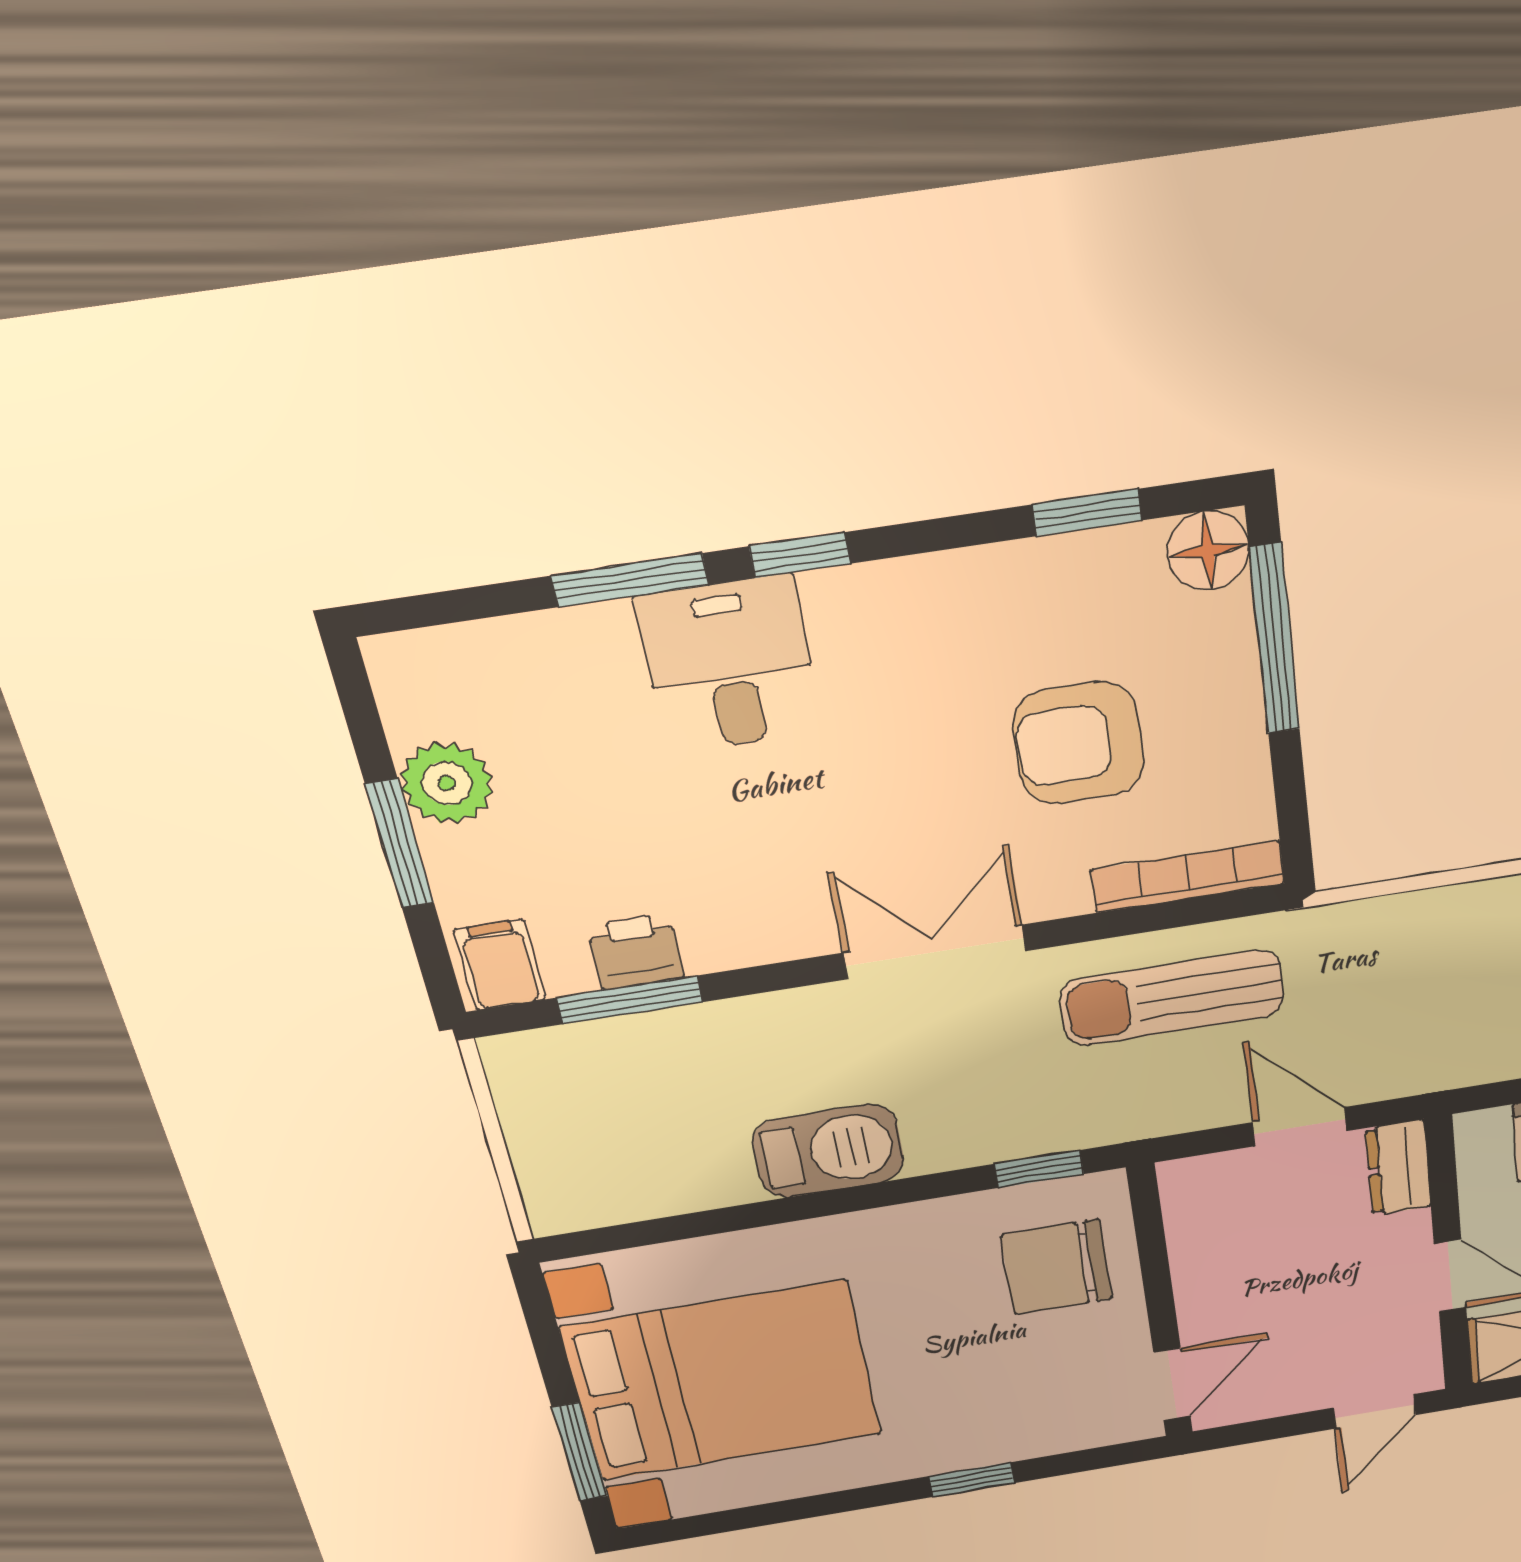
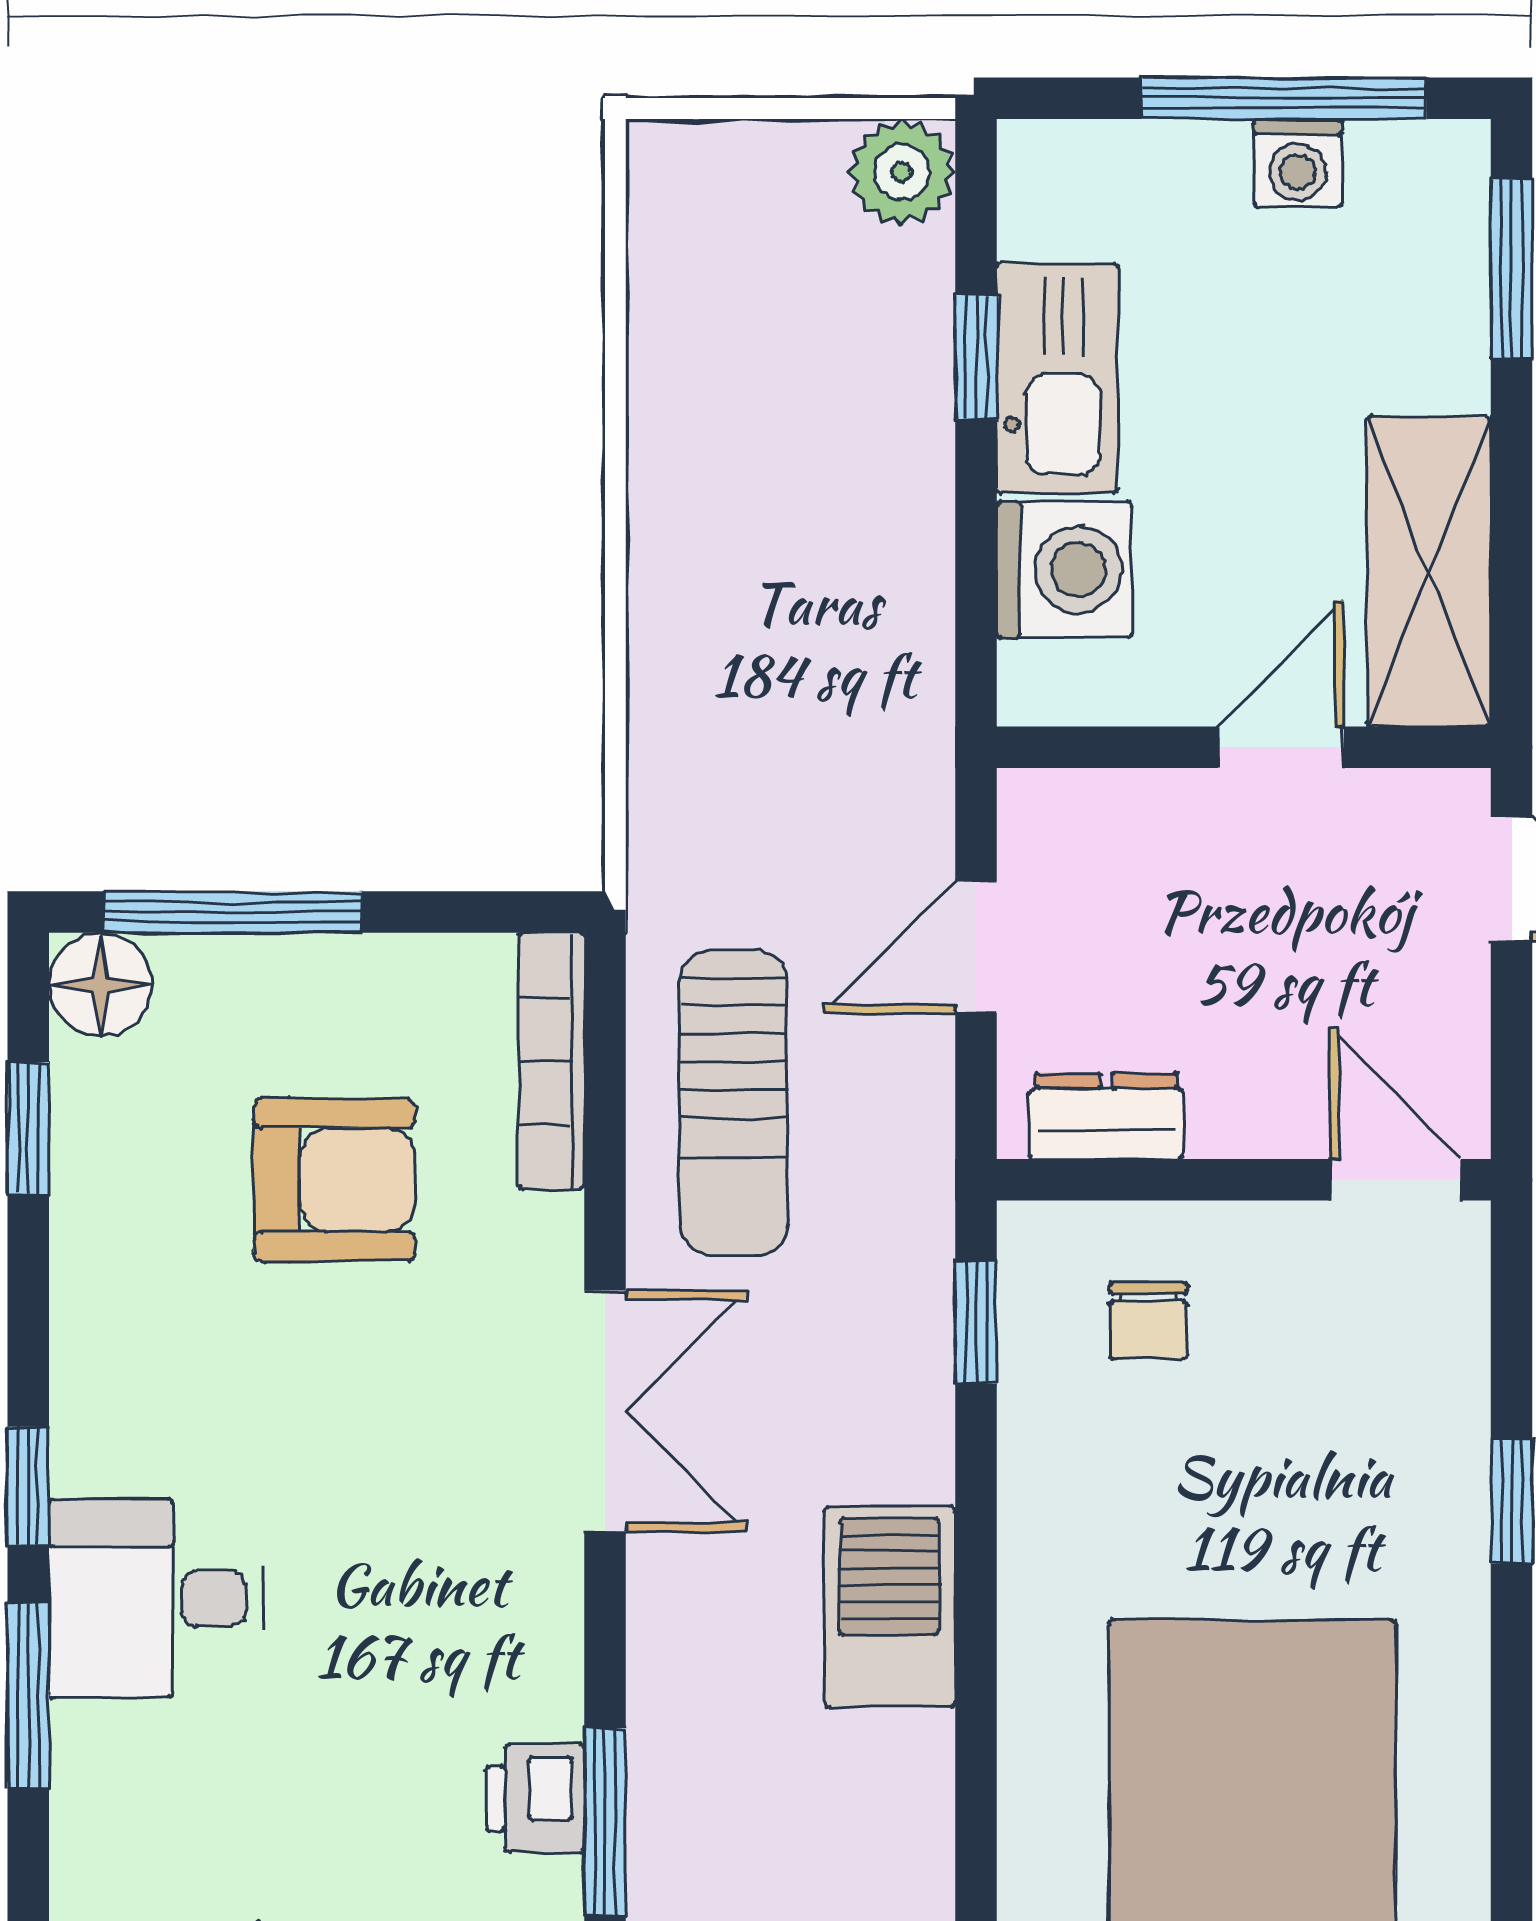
armchair: (1079, 743) -> (335, 1180), turned -90
double door: (935, 952) -> (605, 1411), swing flipped
dresser: (1398, 1168) -> (1106, 1116), moved, turned 180
chair: (1057, 1267) -> (1148, 1321), width x0.54, depth x0.54

